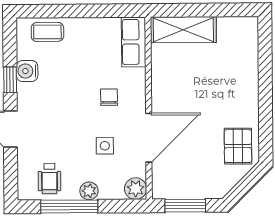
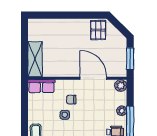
side table: (105, 146) -> (65, 115), moved
pallet: (238, 146) -> (98, 30), turned 90

